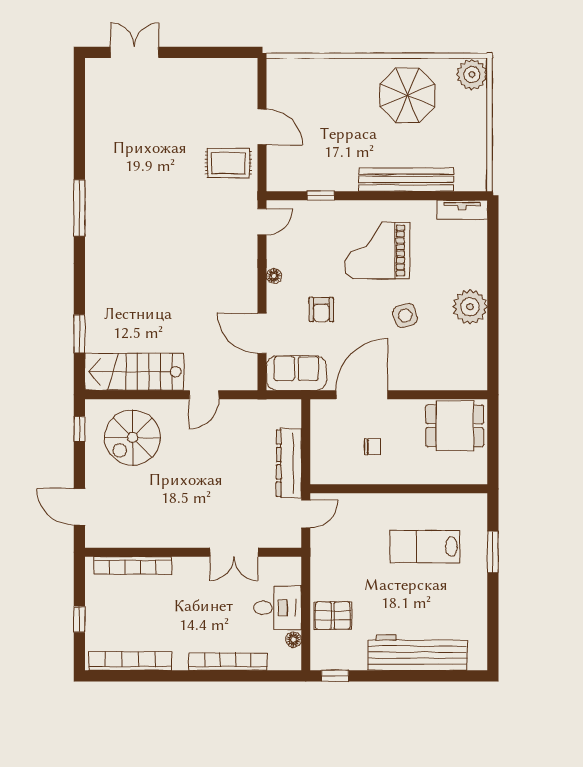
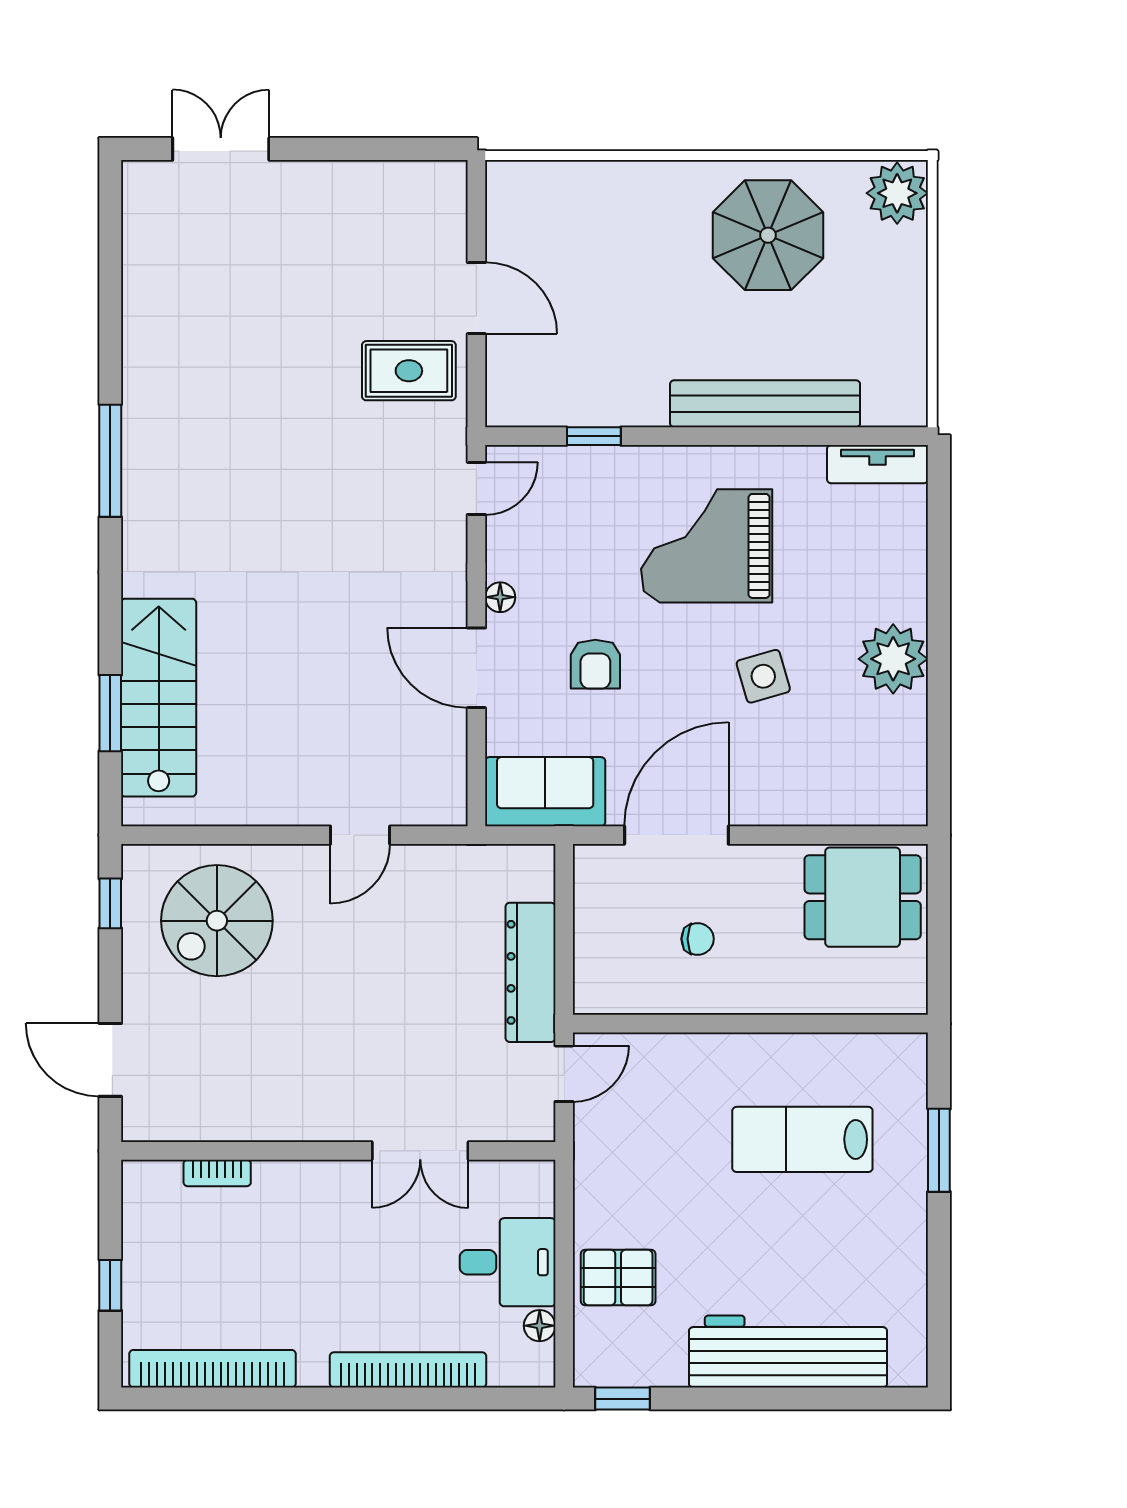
door: (262, 333) -> (476, 668), moved
stairs: (134, 372) -> (159, 698), moved, turned 90
bookcase: (133, 565) -> (217, 1173), width x0.43, depth x0.76

